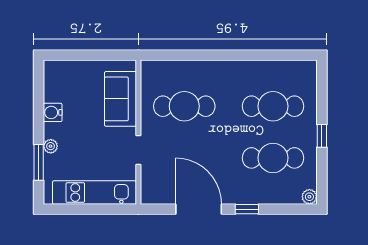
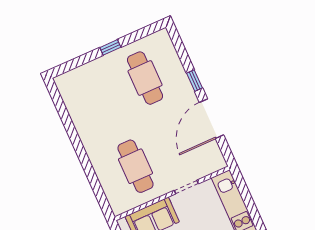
cafe table: (273, 106) -> (104, 96), removed
plant: (309, 197) -> (163, 36), removed

